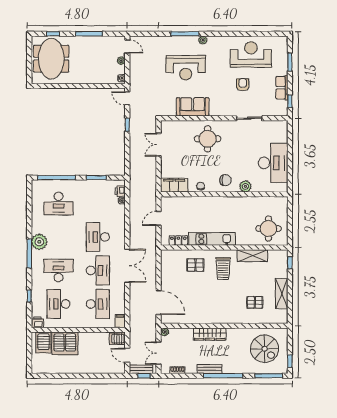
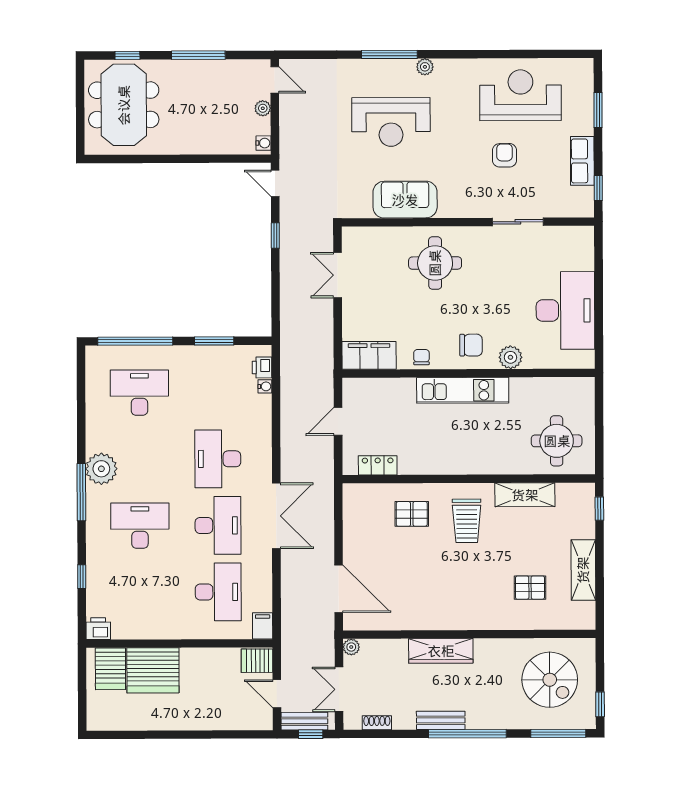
desk: (59, 204) -> (139, 393), turned 180
kitchen unit: (212, 239) -> (463, 390), moved, turned 180
desk: (59, 304) -> (140, 592), removed

